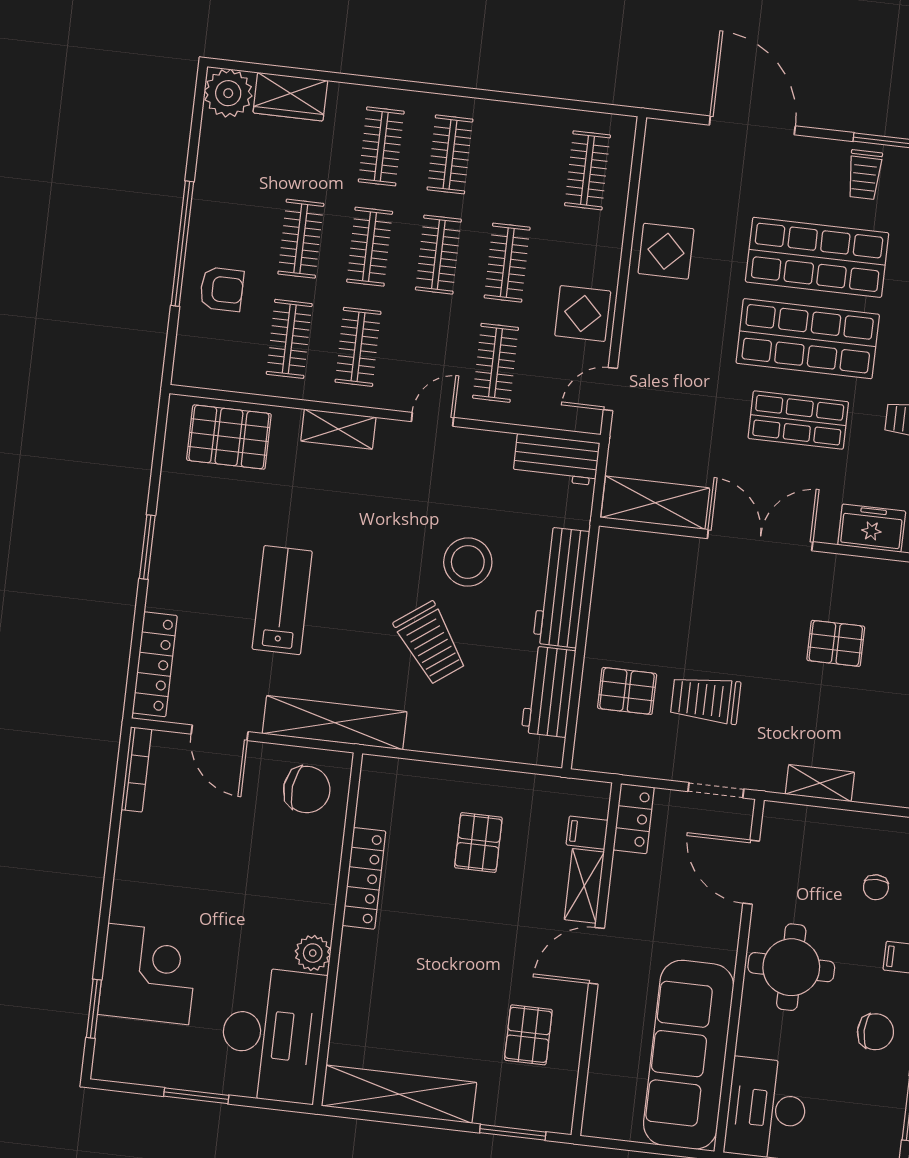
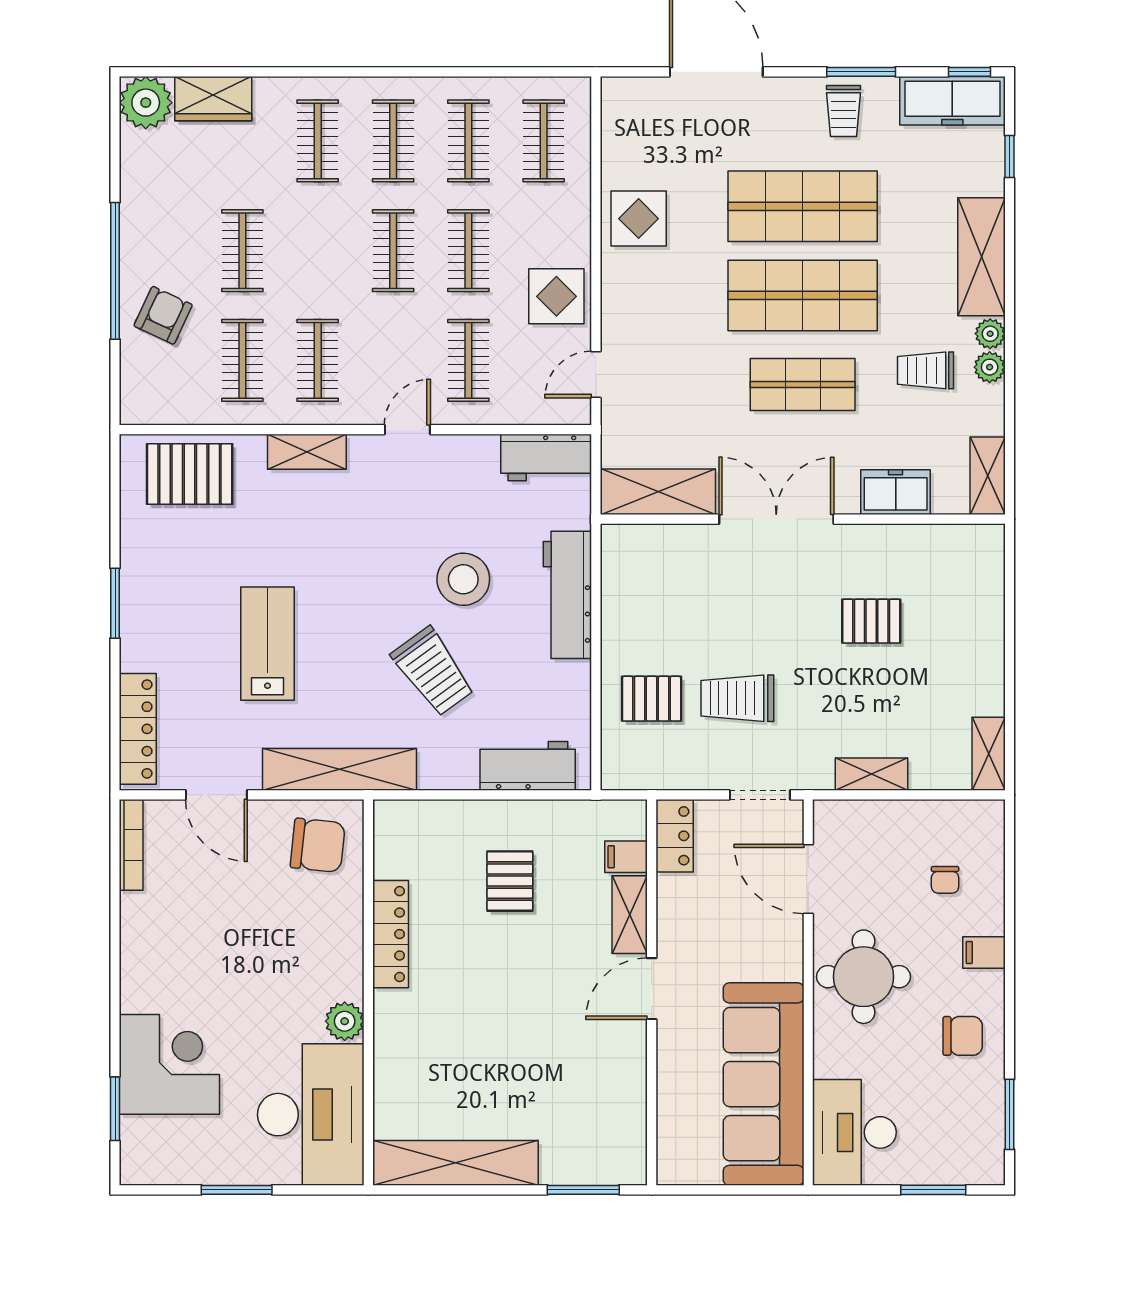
clothes rail: (370, 247) -> (468, 141), moved
armchair: (222, 289) -> (163, 315), turned -65
workbench: (549, 692) -> (528, 766), moved, turned 90
pallet: (528, 1035) -> (588, 1083), removed

